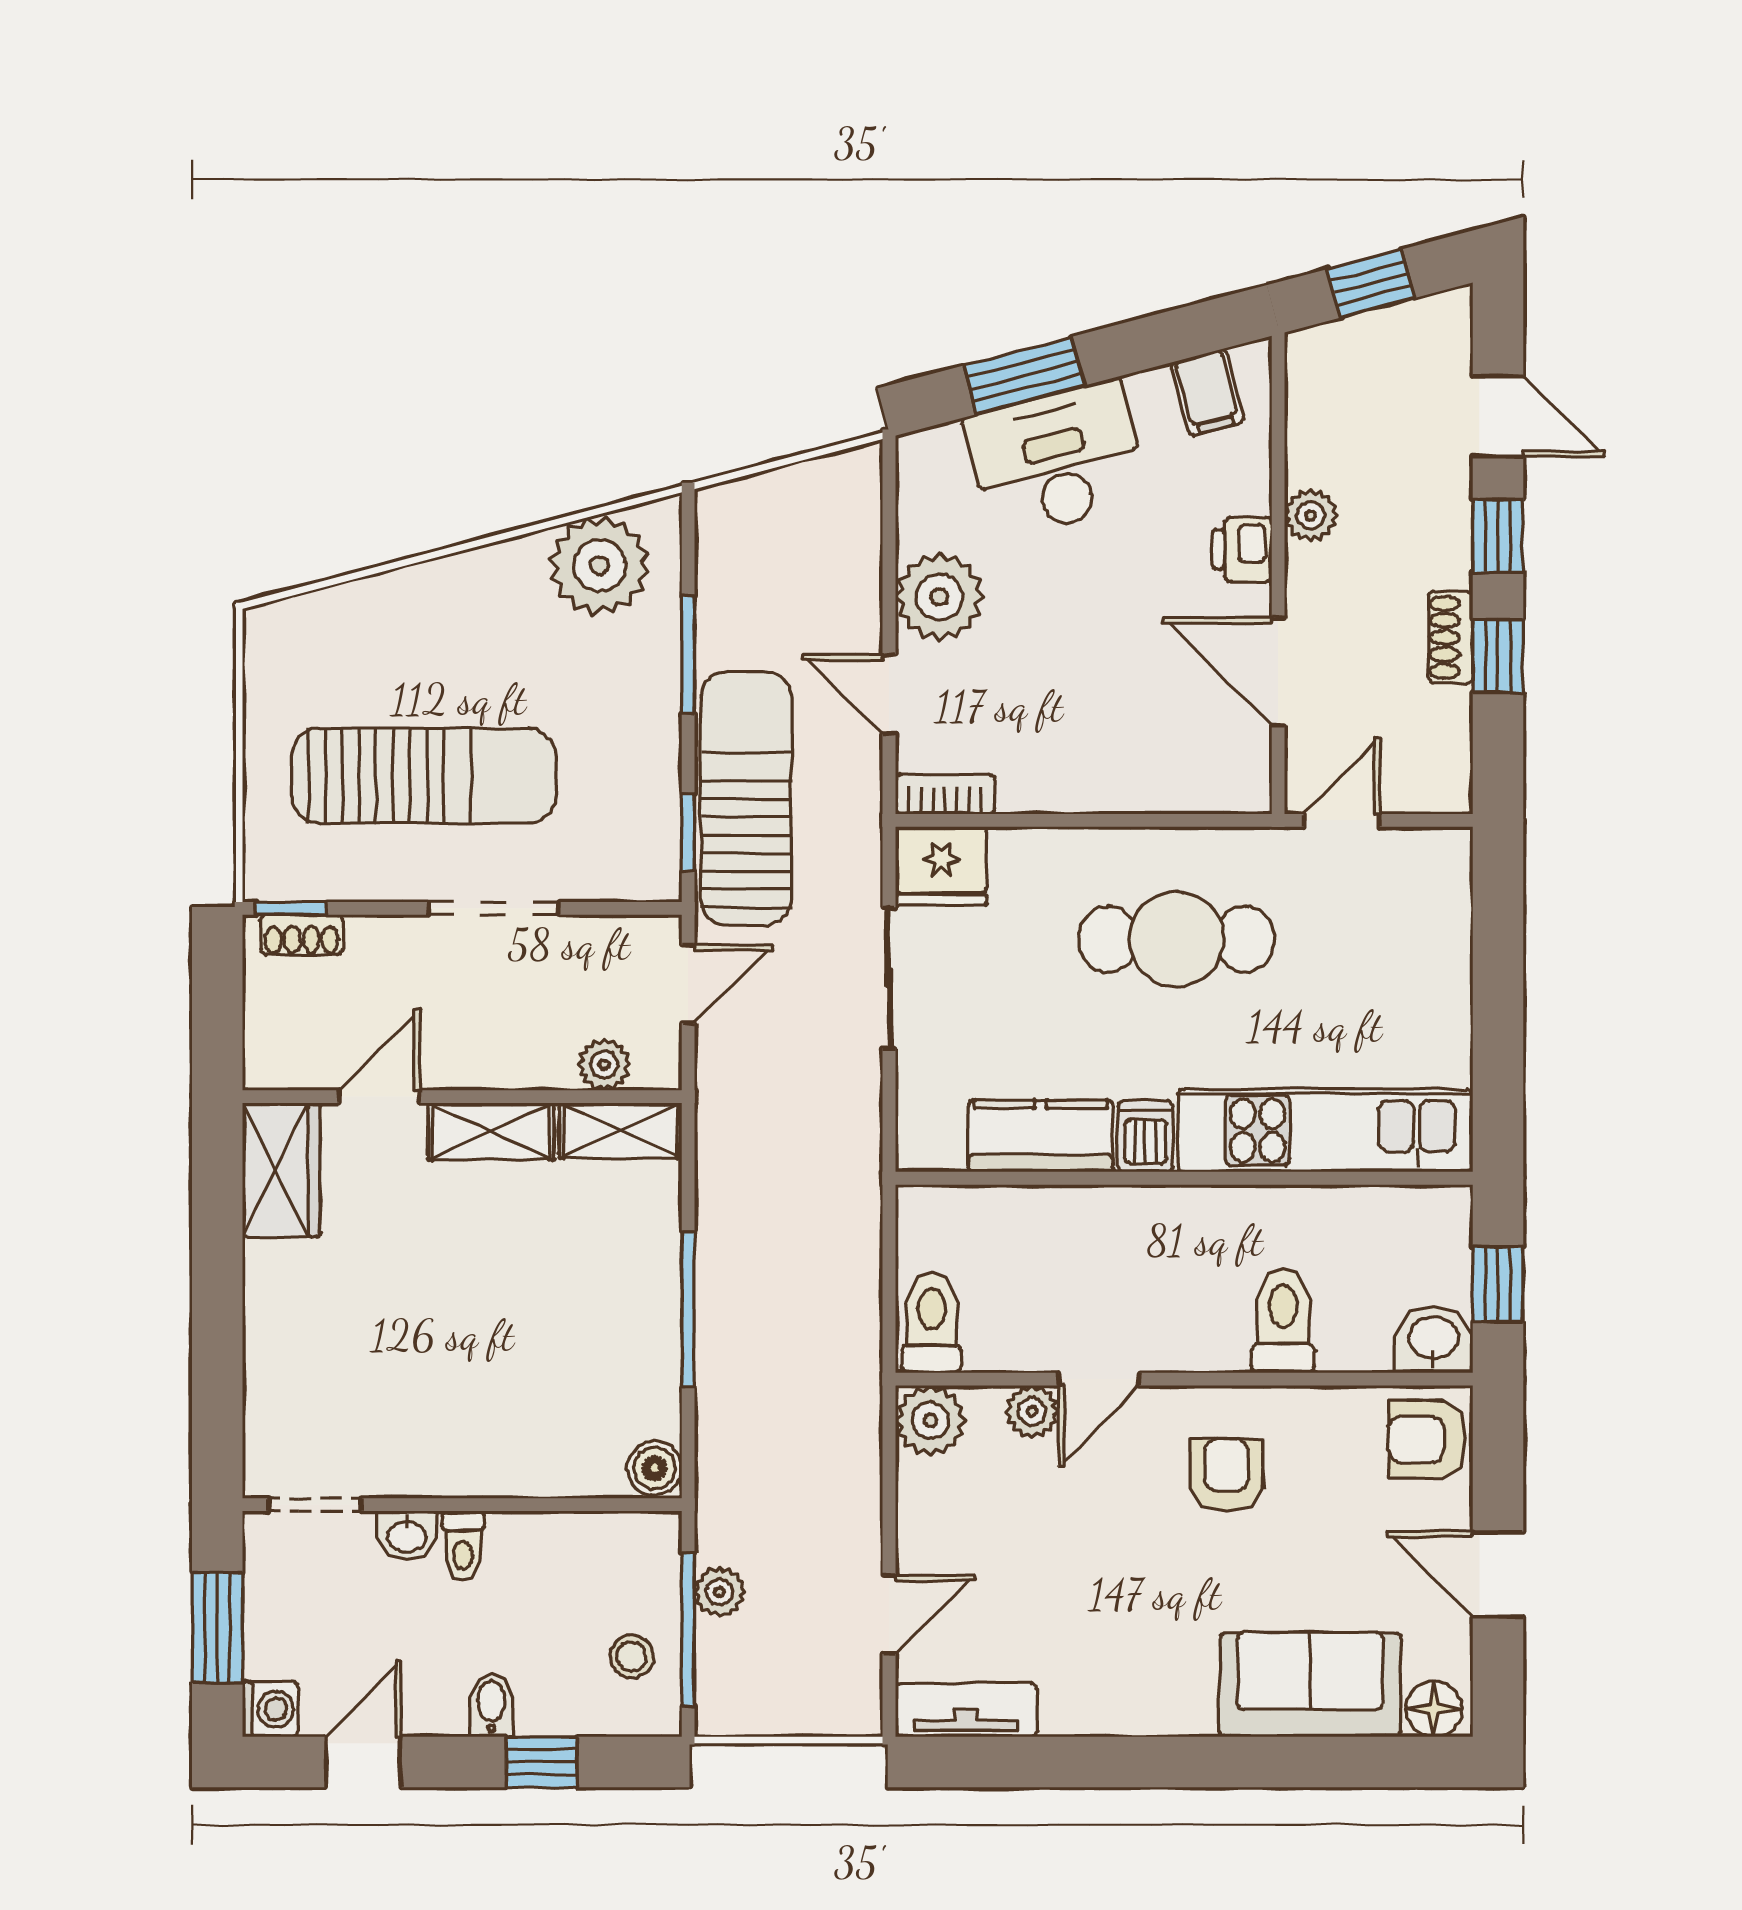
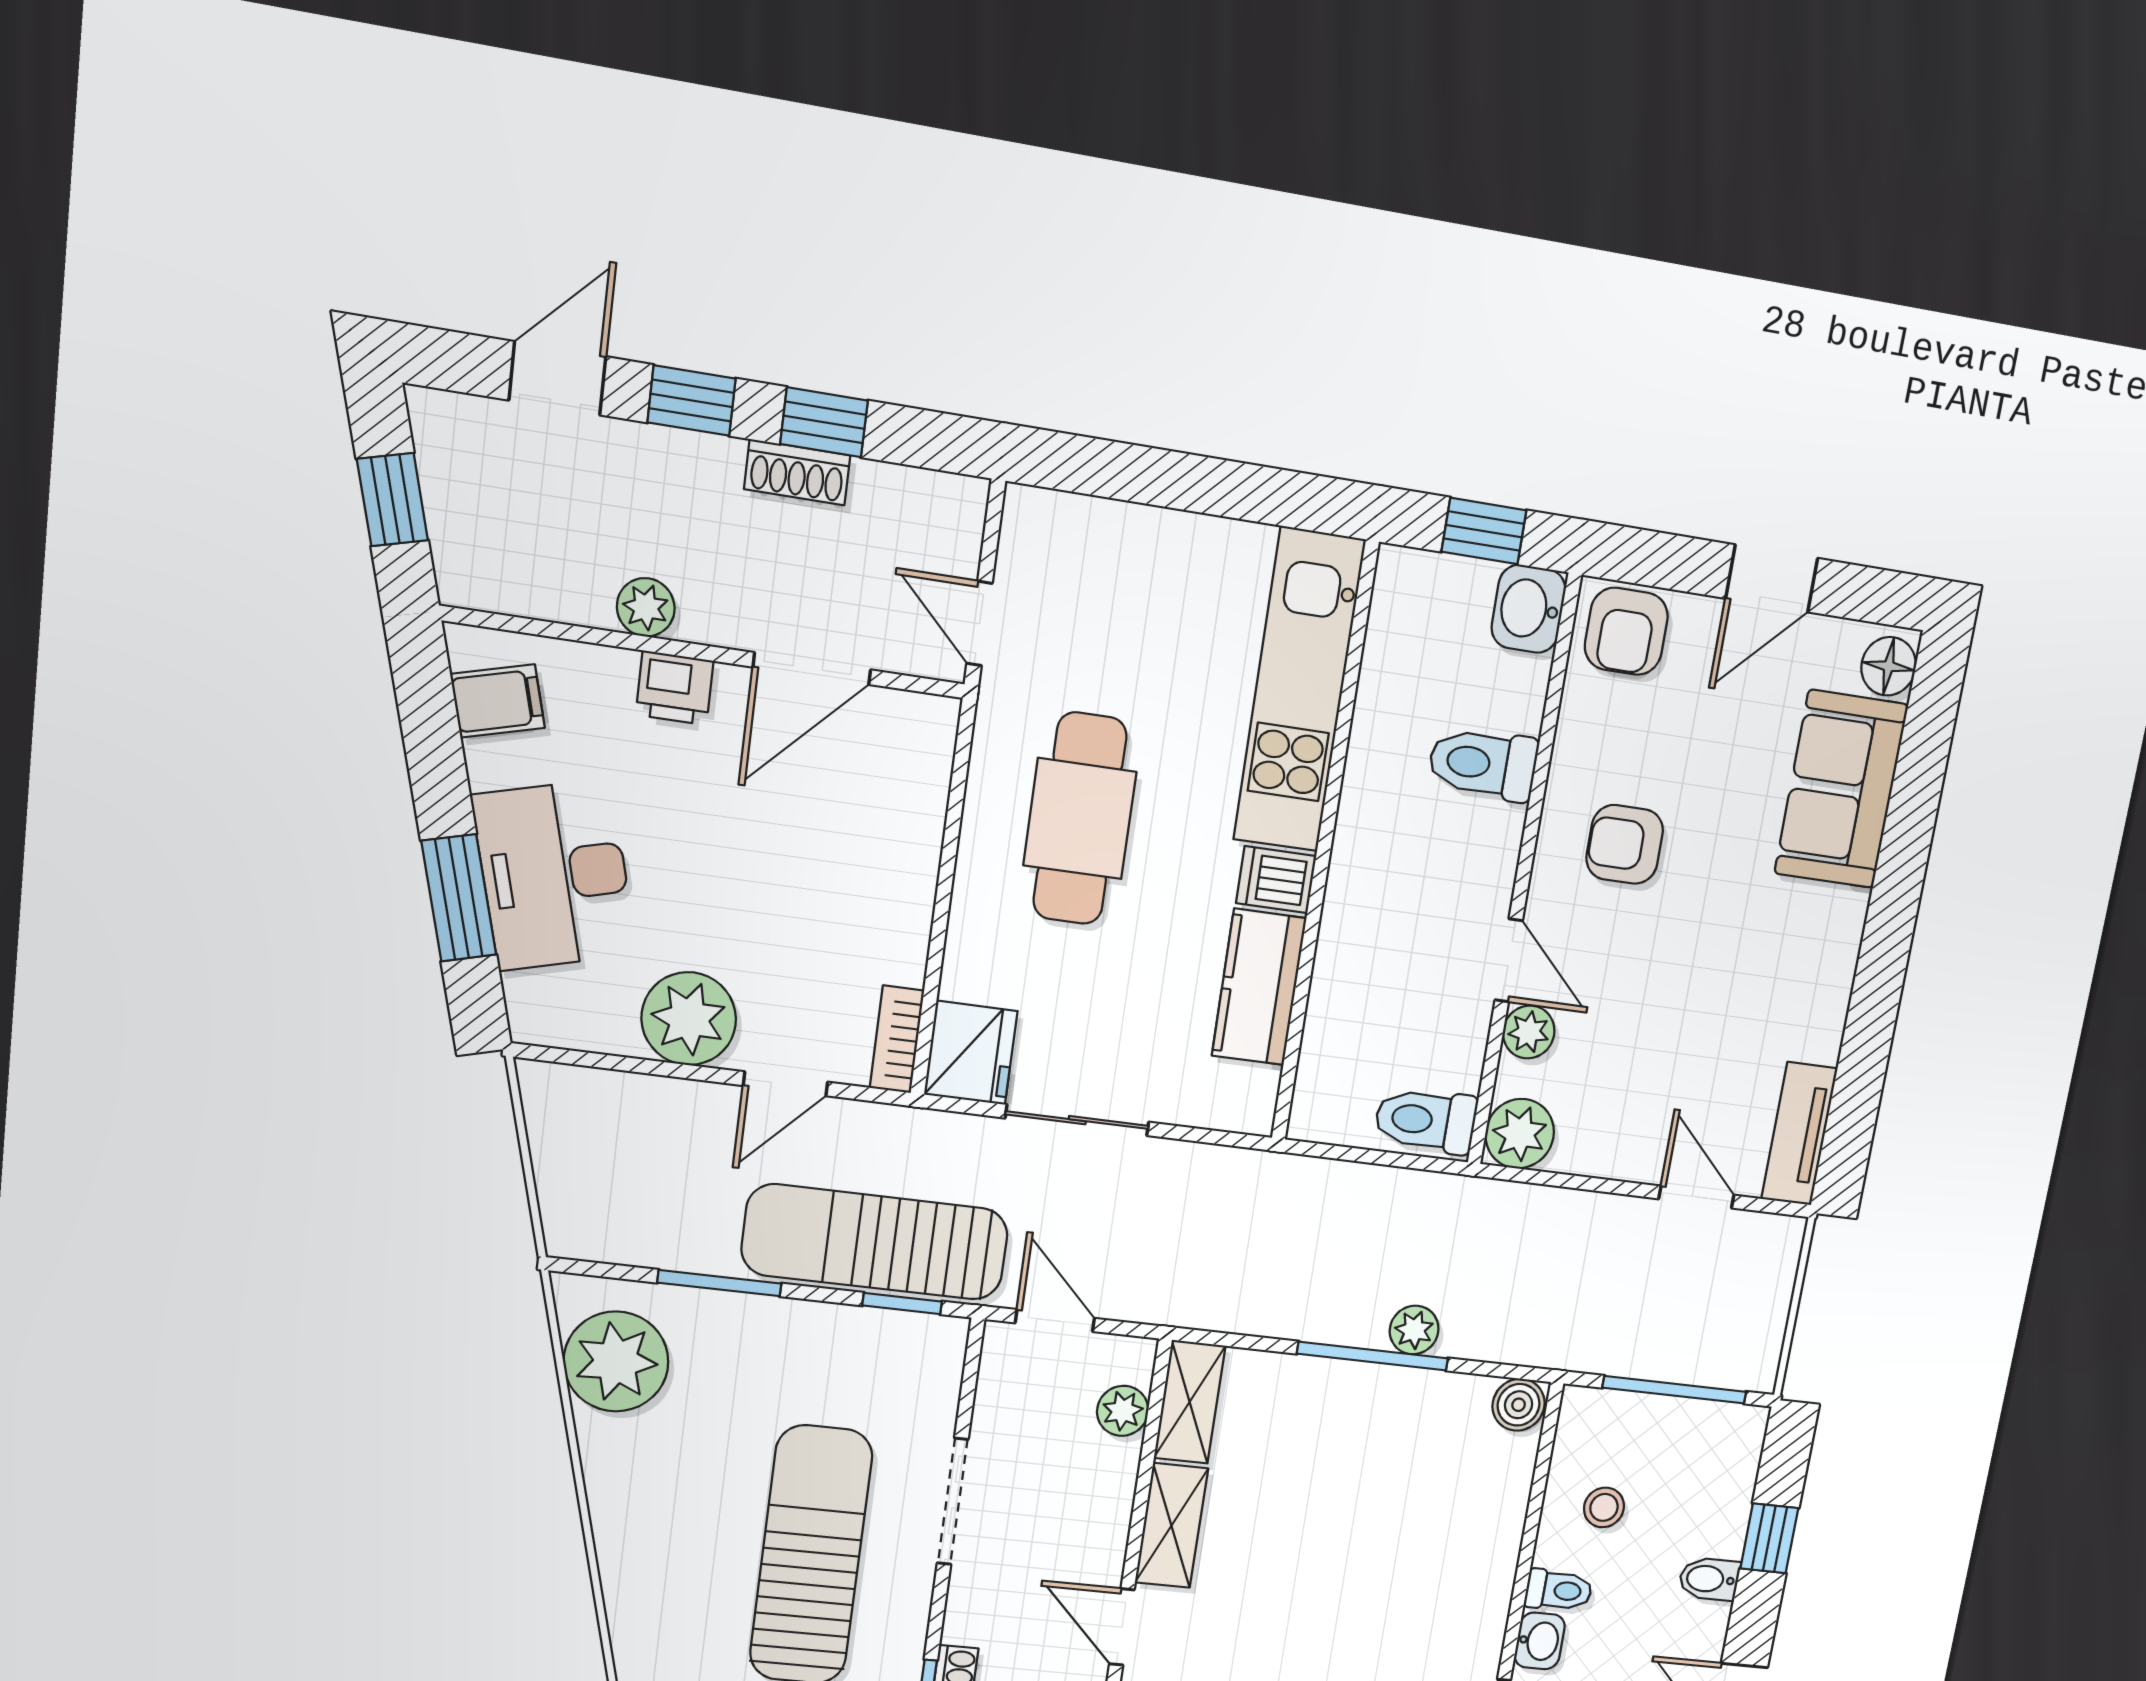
plant: (720, 1592) -> (1414, 1330), moved
stool: (631, 1657) -> (1604, 1507), moved

